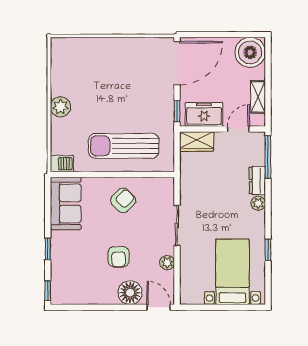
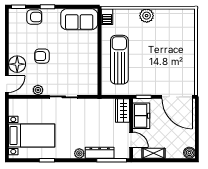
boiler: (250, 52) -> (189, 153), width x0.54, depth x0.54
dresser: (257, 180) -> (100, 153), width x1.44
armchair: (123, 200) -> (34, 17), moved, turned -45

